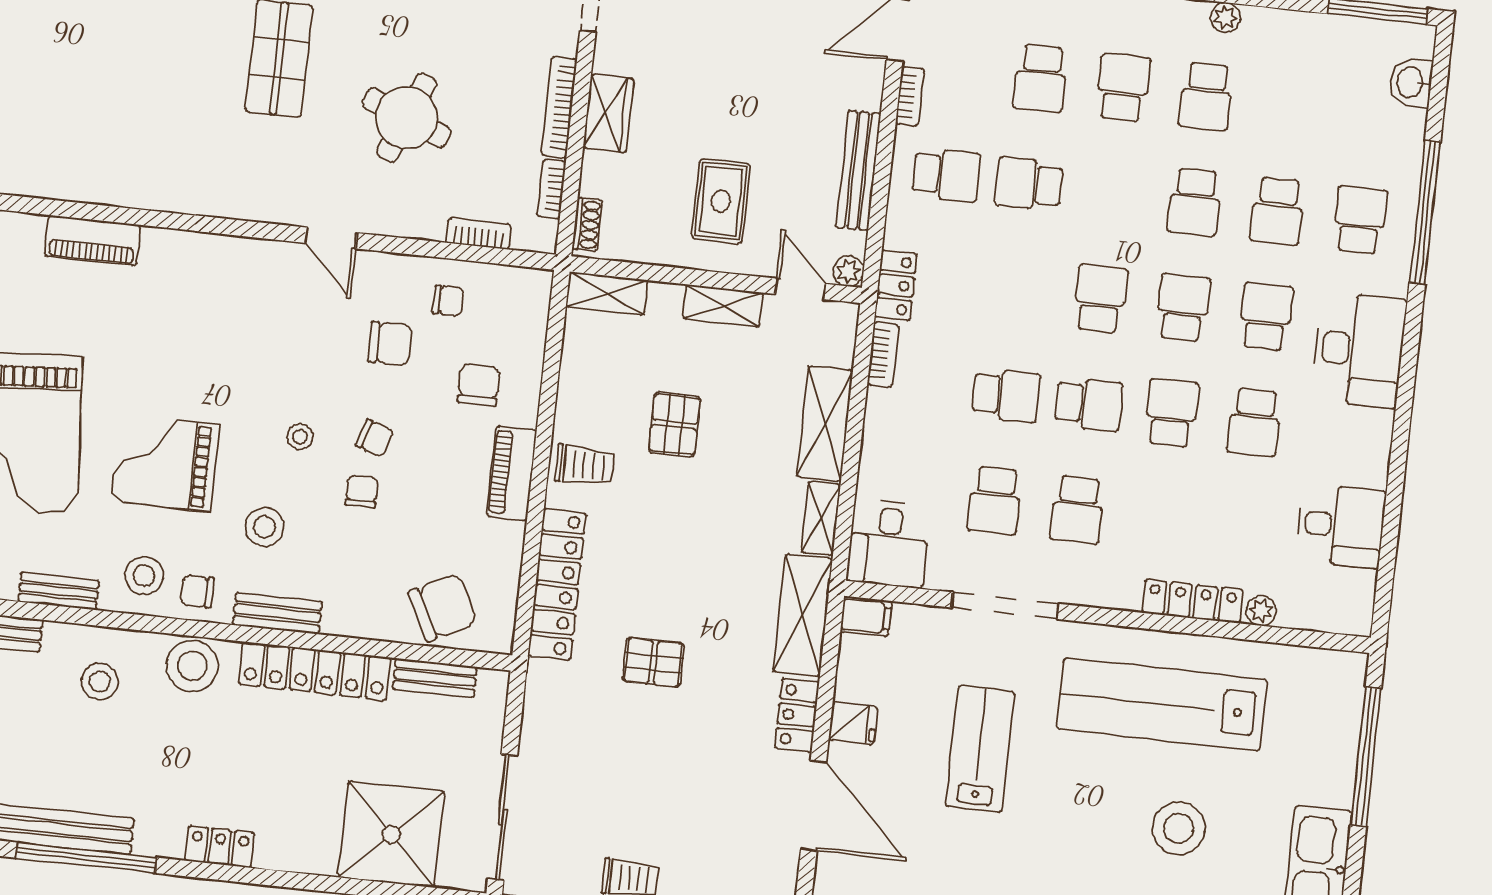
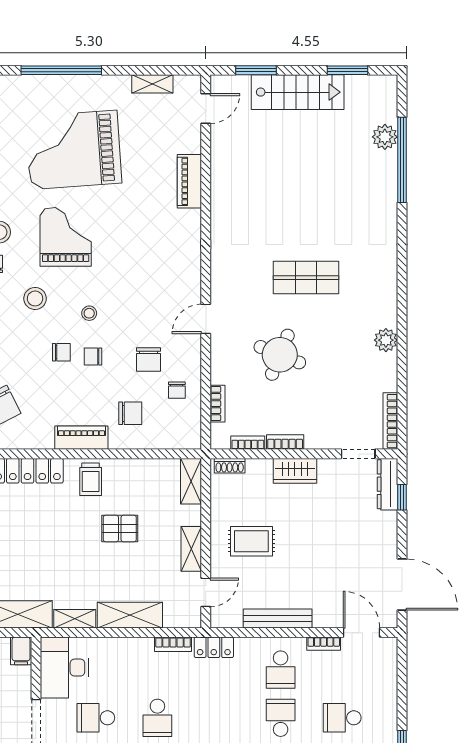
bookcase: (559, 107) -> (285, 442), width x0.64
plant: (849, 271) -> (219, 619), removed
chair: (375, 438) -> (93, 357), turned 72
desk: (888, 544) -> (64, 668), width x1.37

